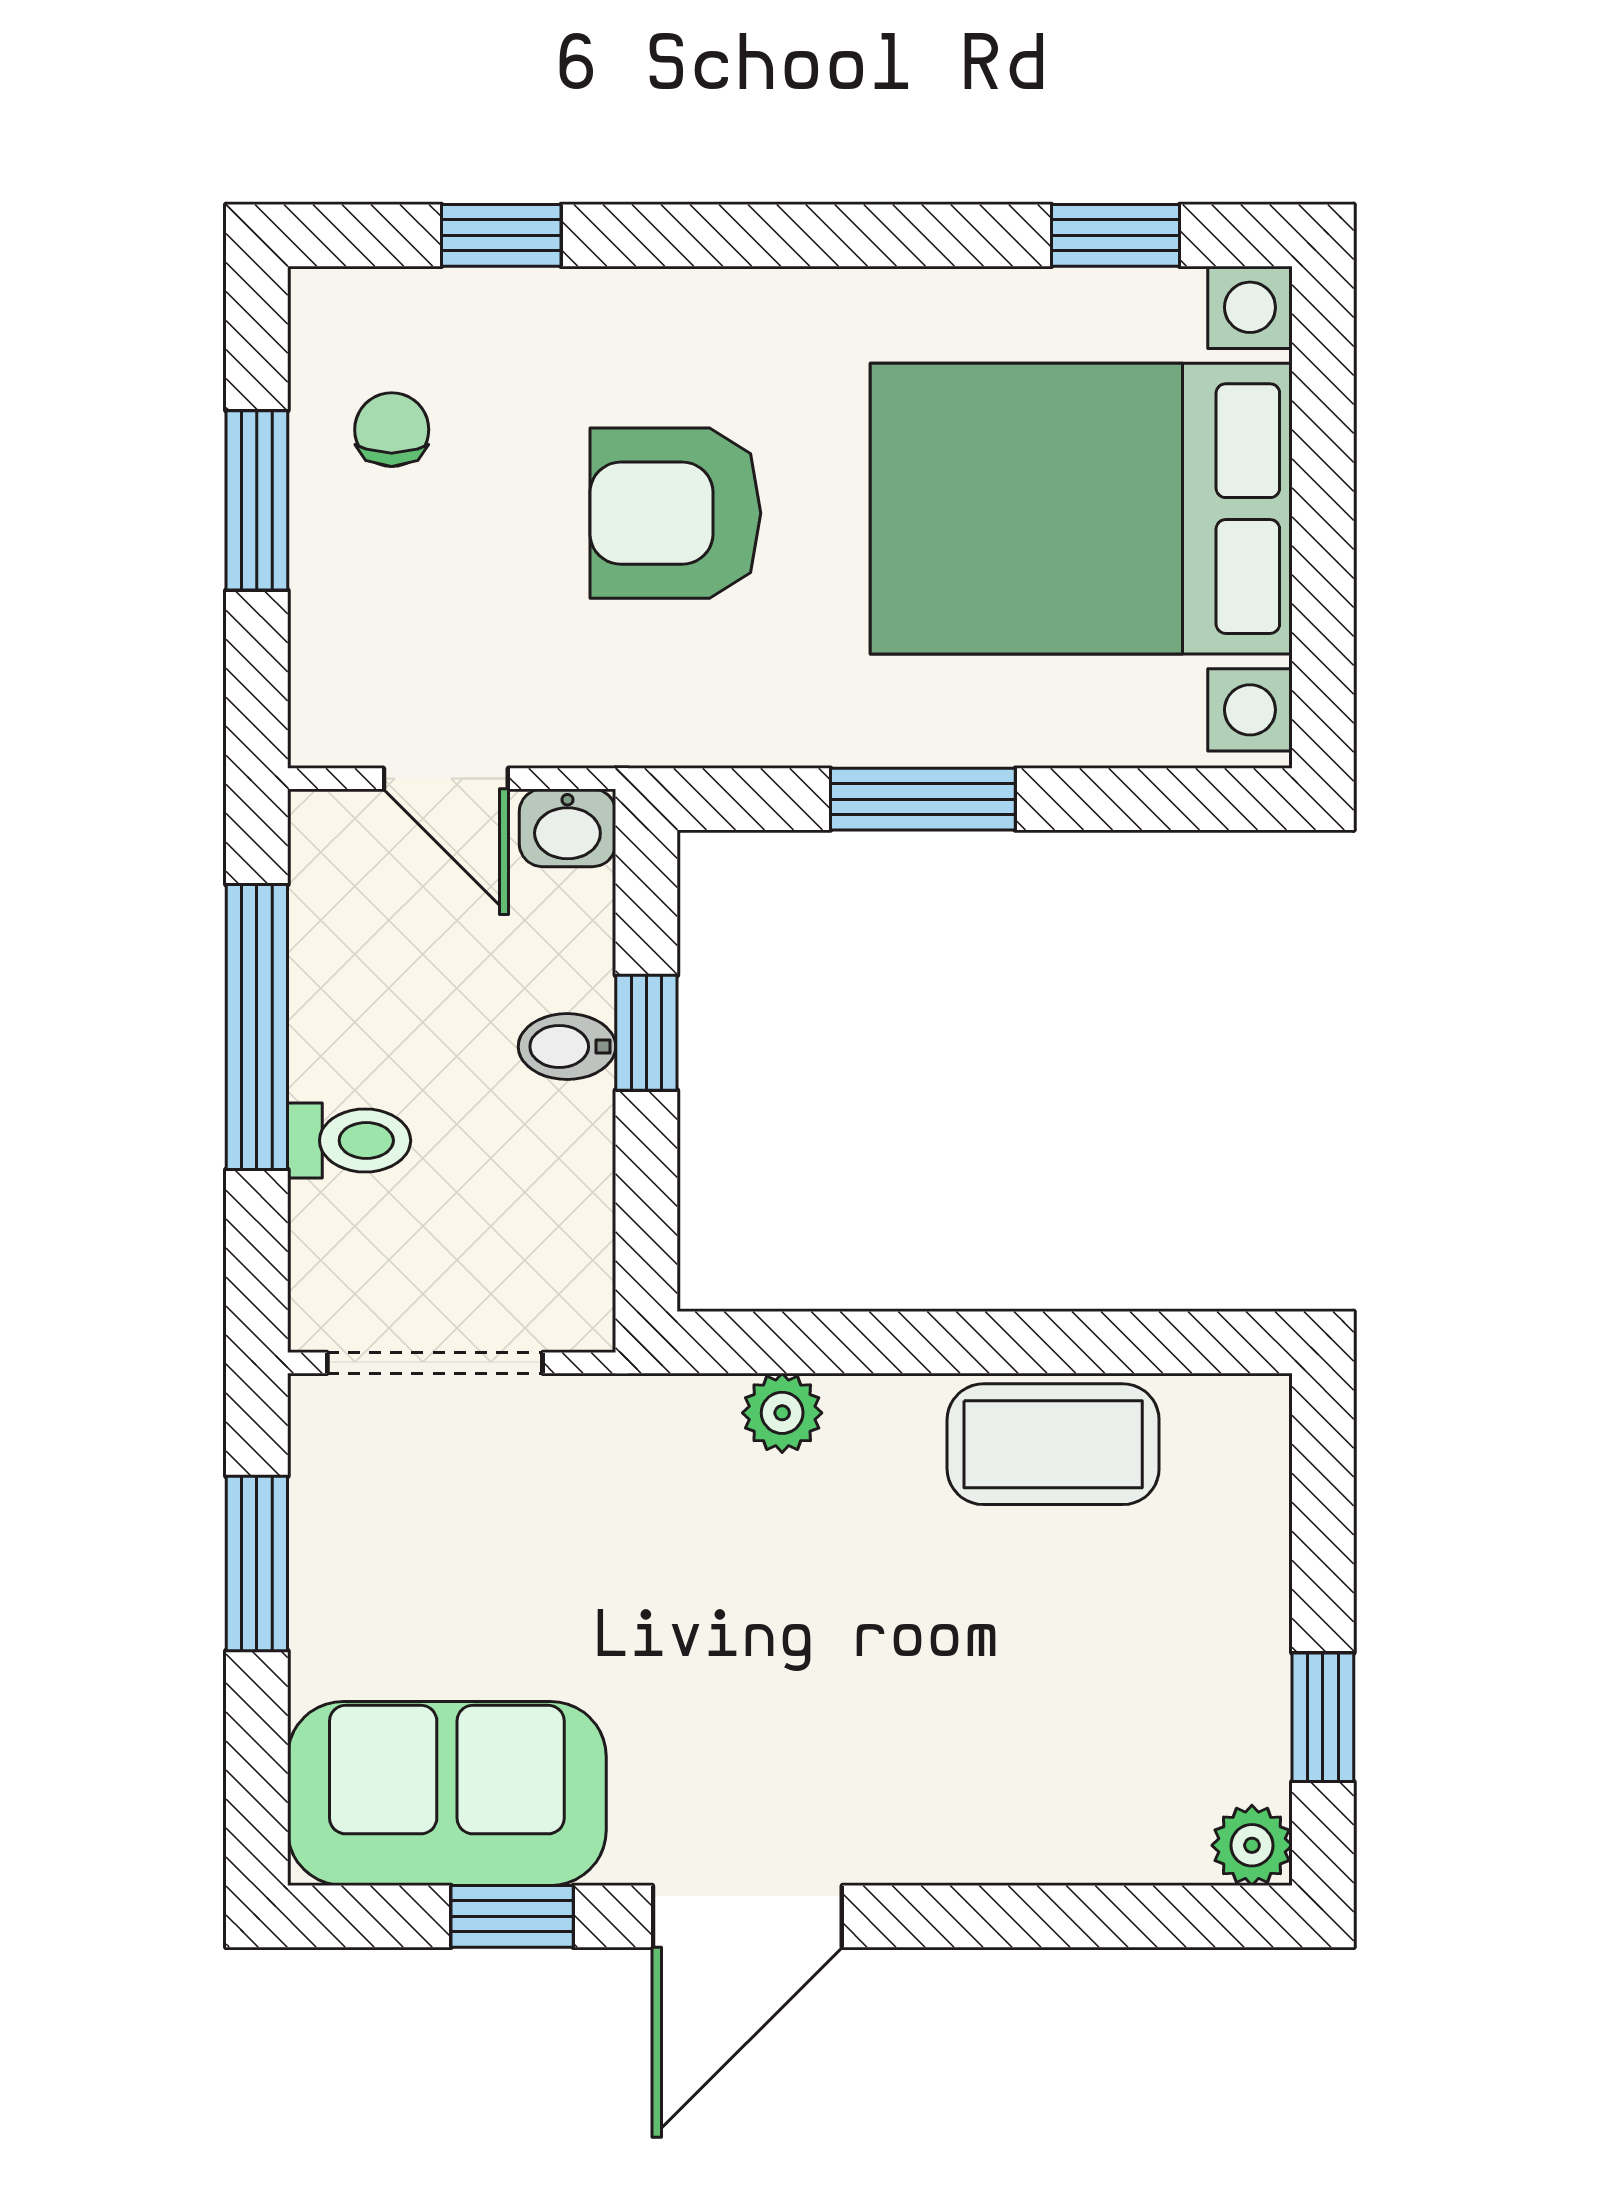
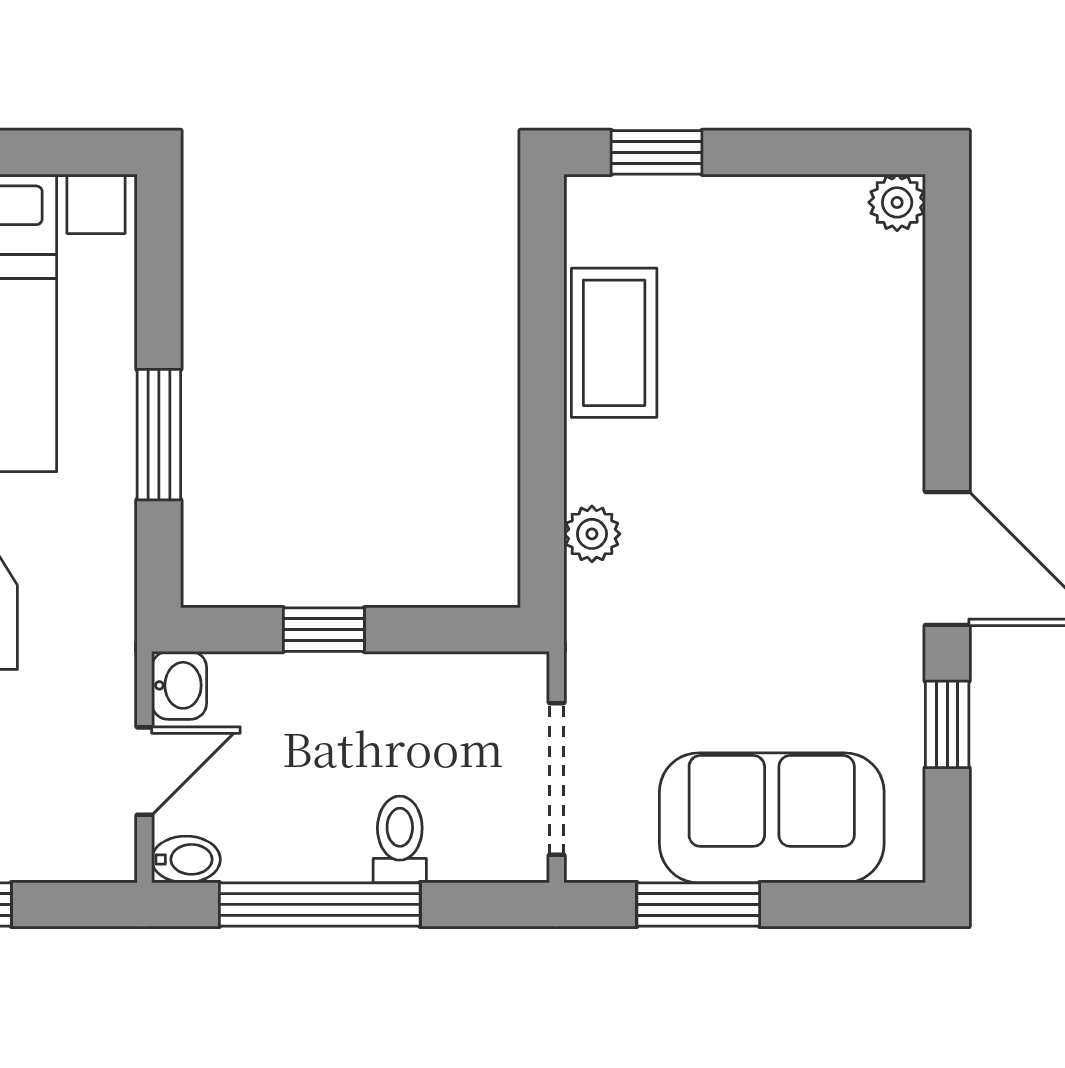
bidet: (567, 1047) -> (186, 859), moved, turned -90
window: (1323, 1717) -> (657, 152), moved
sofa: (447, 1793) -> (772, 818), moved, turned 90

